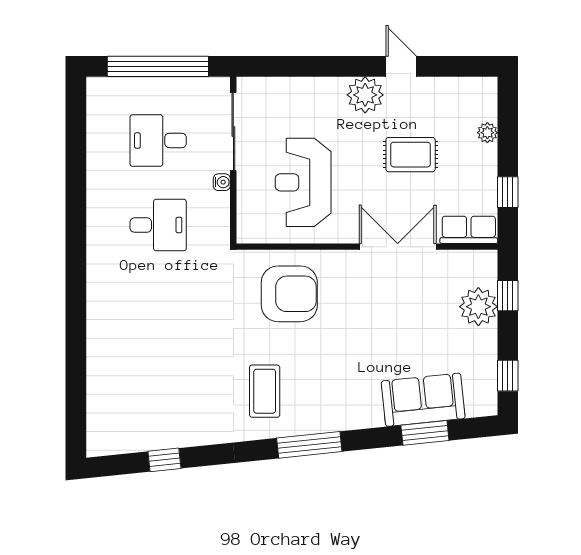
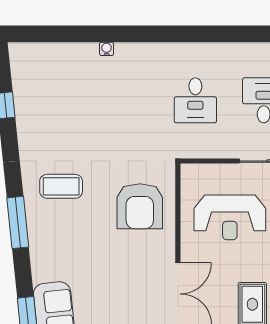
water cooler: (222, 182) -> (107, 49), moved, turned 180
reception desk: (303, 182) -> (230, 217), turned 180

